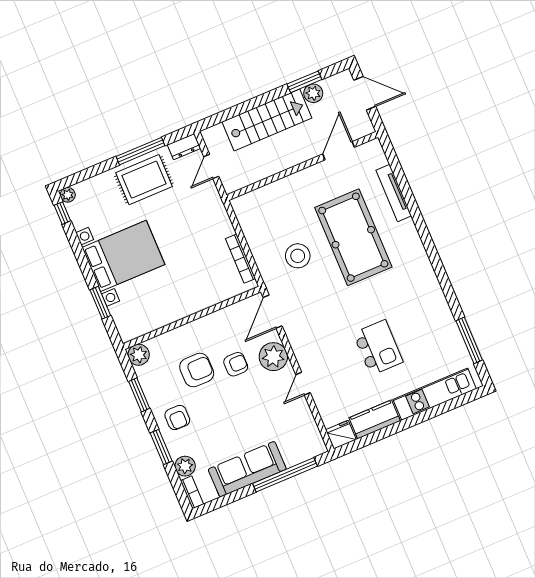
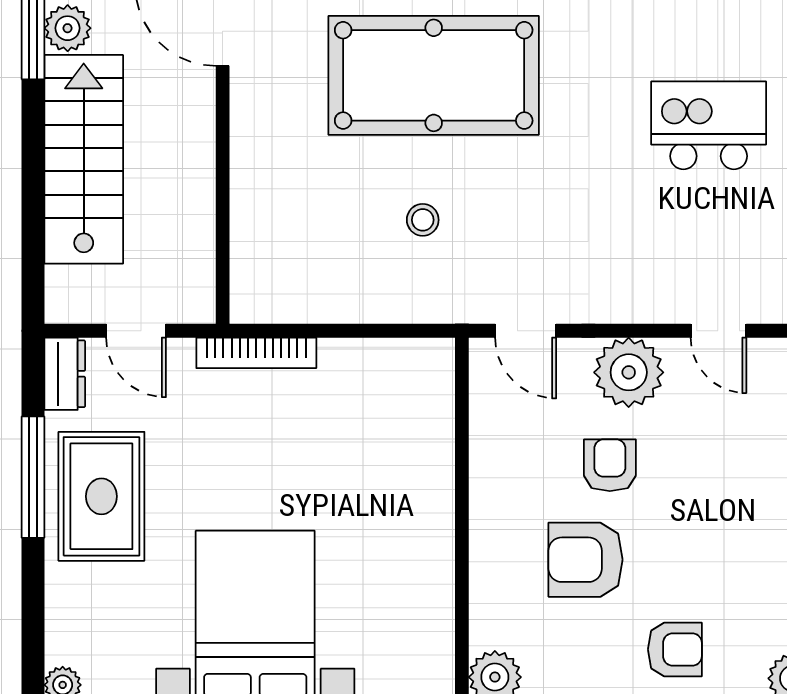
stool: (298, 256) -> (423, 220), width x0.53, depth x0.53
bookcase: (240, 259) -> (256, 353), moved
door: (273, 312) -> (526, 331), width x0.73
armchair: (197, 370) -> (586, 560), turned -90

